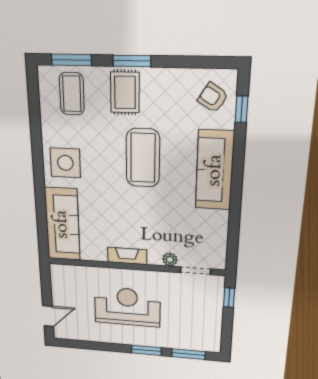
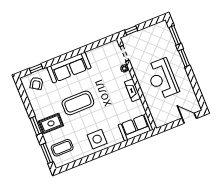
sofa: (62, 224) -> (136, 127), width x0.73

